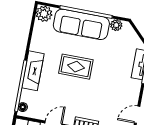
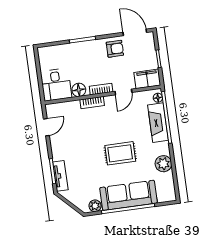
plant: (44, 14) -> (163, 164), moved
fireplace: (33, 71) -> (158, 123), moved

